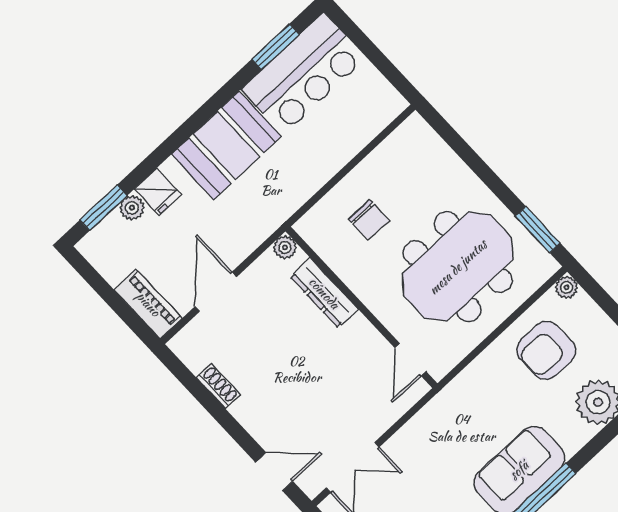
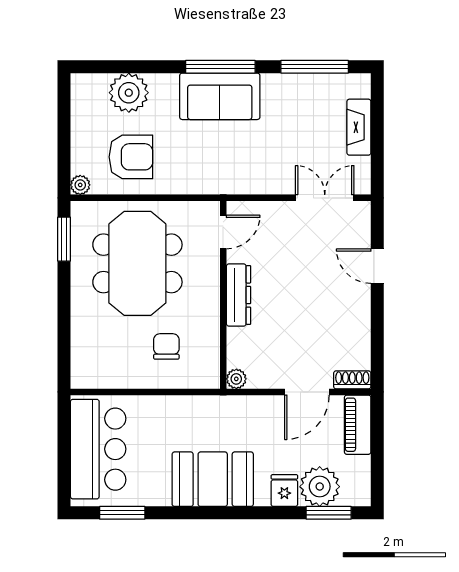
bar counter: (304, 74) -> (98, 449), moved, turned 90
plant: (132, 208) -> (320, 487), width x1.87, depth x1.87
meeting table: (458, 267) -> (137, 263), turned 90
dresser: (324, 293) -> (238, 295), moved
shoe rack: (218, 386) -> (352, 380), moved, turned 90
door: (274, 472) -> (377, 266), moved

